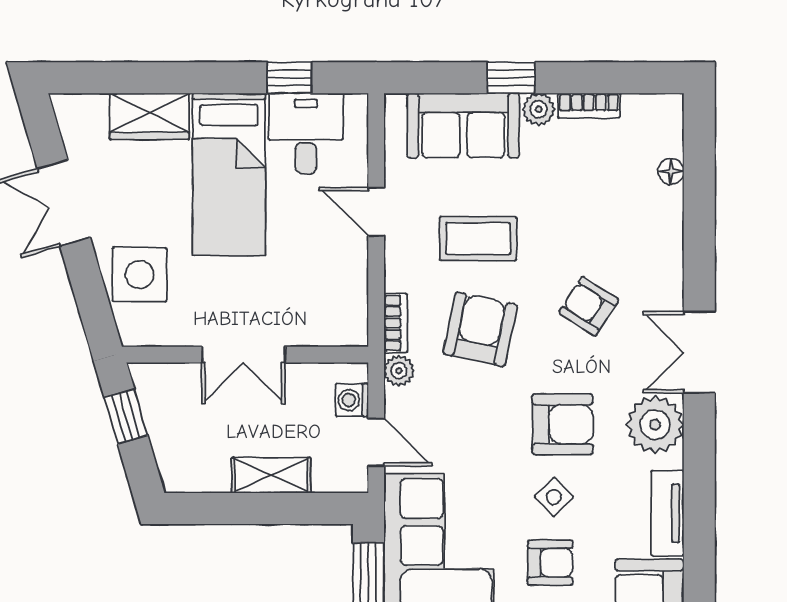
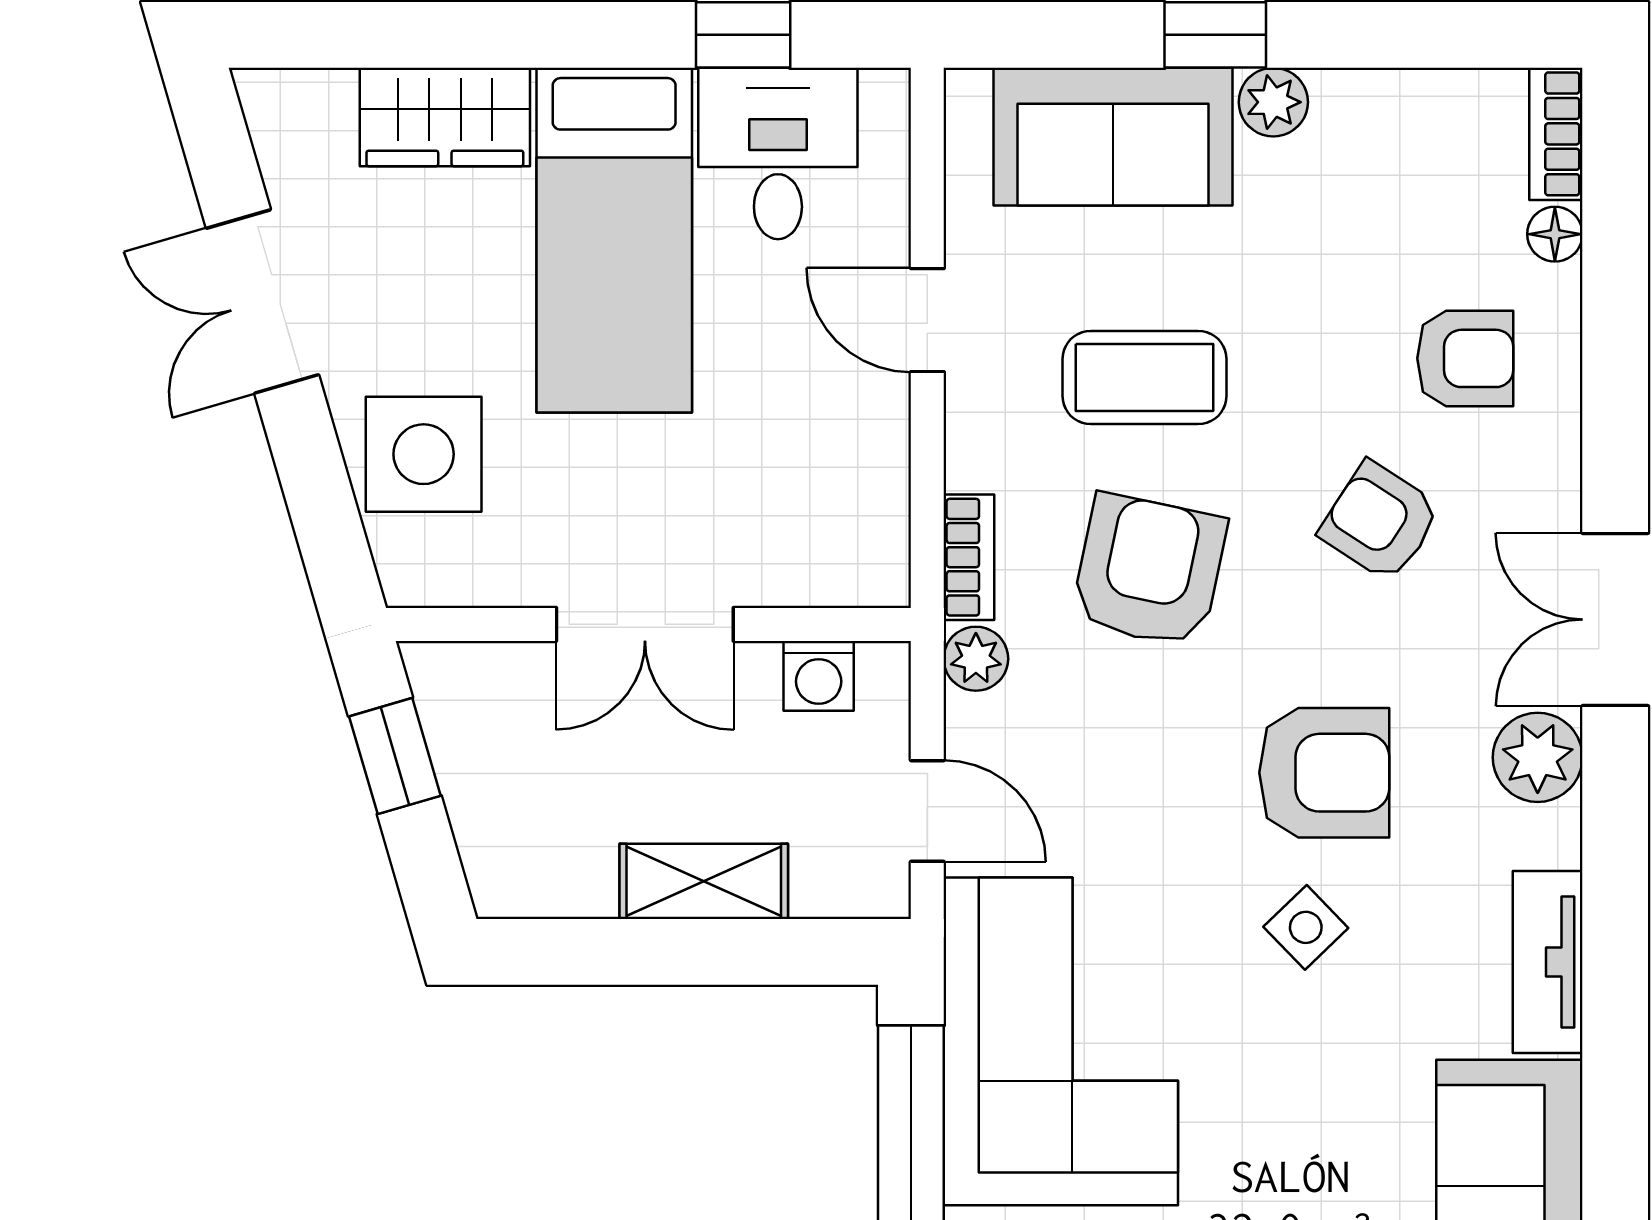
bookcase: (589, 106) -> (1556, 134), moved, turned 90
washing machine: (352, 400) -> (819, 676), moved, turned -90
plant: (655, 425) -> (1538, 757), width x0.73, depth x0.73
armchair: (550, 563) -> (1465, 358), moved

